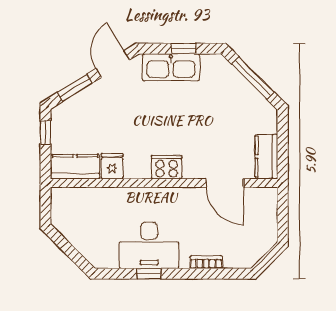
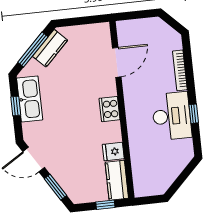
kitchen sink: (171, 67) -> (30, 99), moved
window: (46, 132) -> (105, 205), moved
kitchen counter: (266, 156) -> (50, 48), moved, turned -45
bookcase: (206, 262) -> (180, 70), width x1.56

